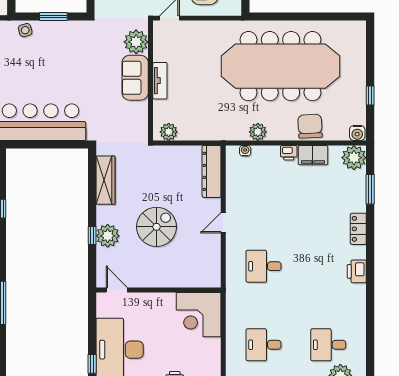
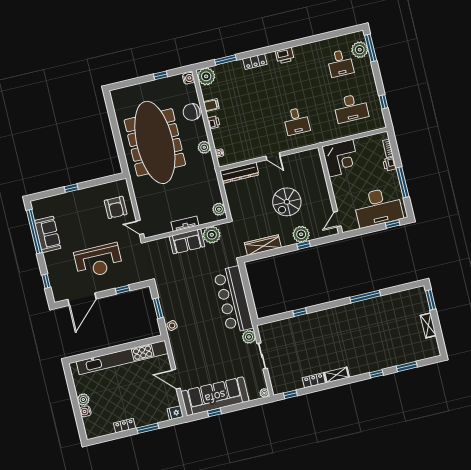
plant: (136, 42) -> (212, 235), moved
filing cabinet: (313, 155) -> (211, 105), width x0.50
spiral stairs: (157, 227) -> (287, 202), turned -90
desk: (264, 345) -> (351, 108), width x1.37

